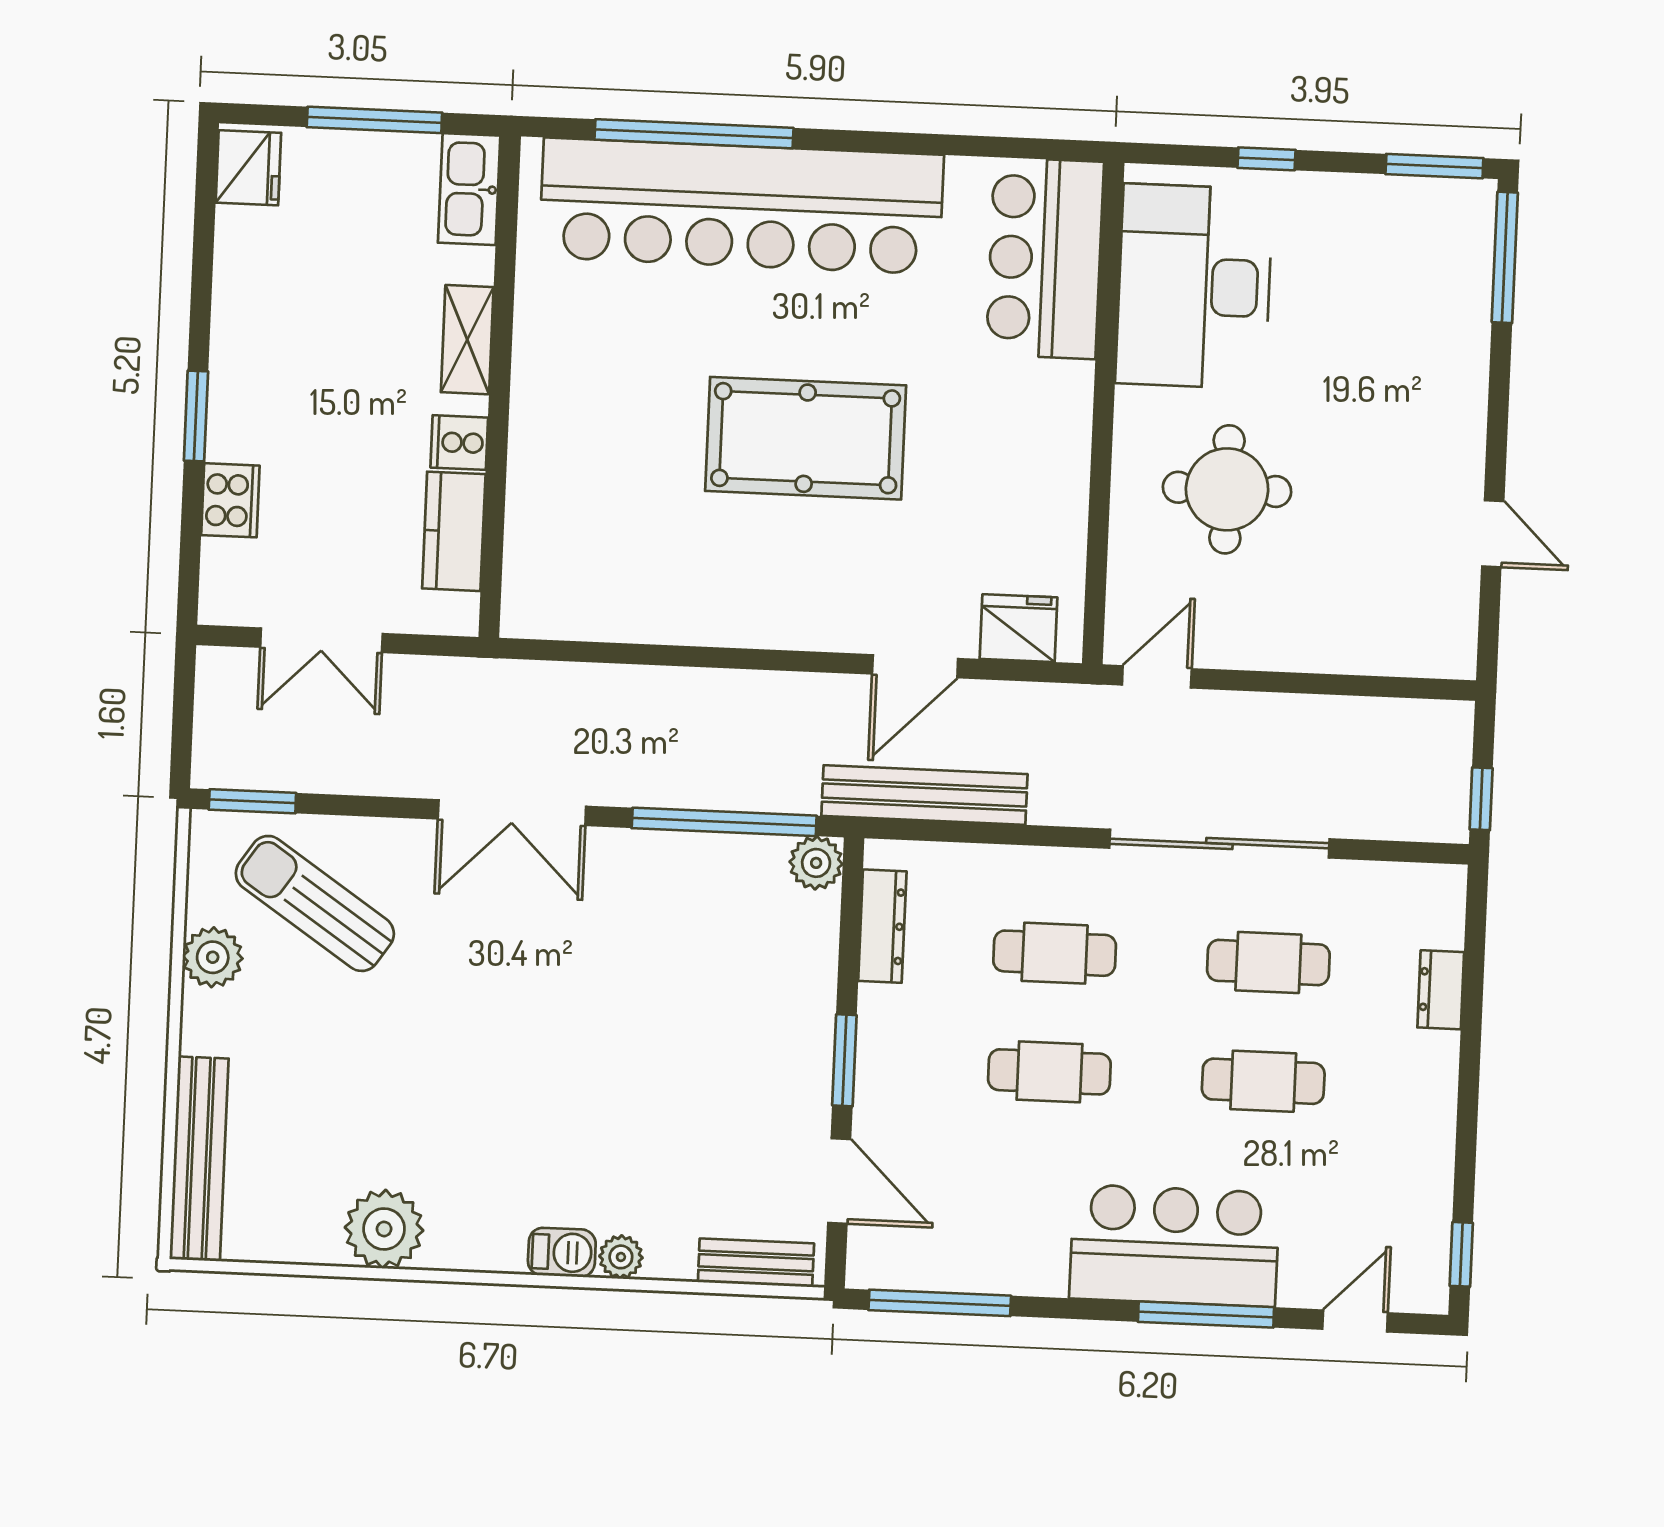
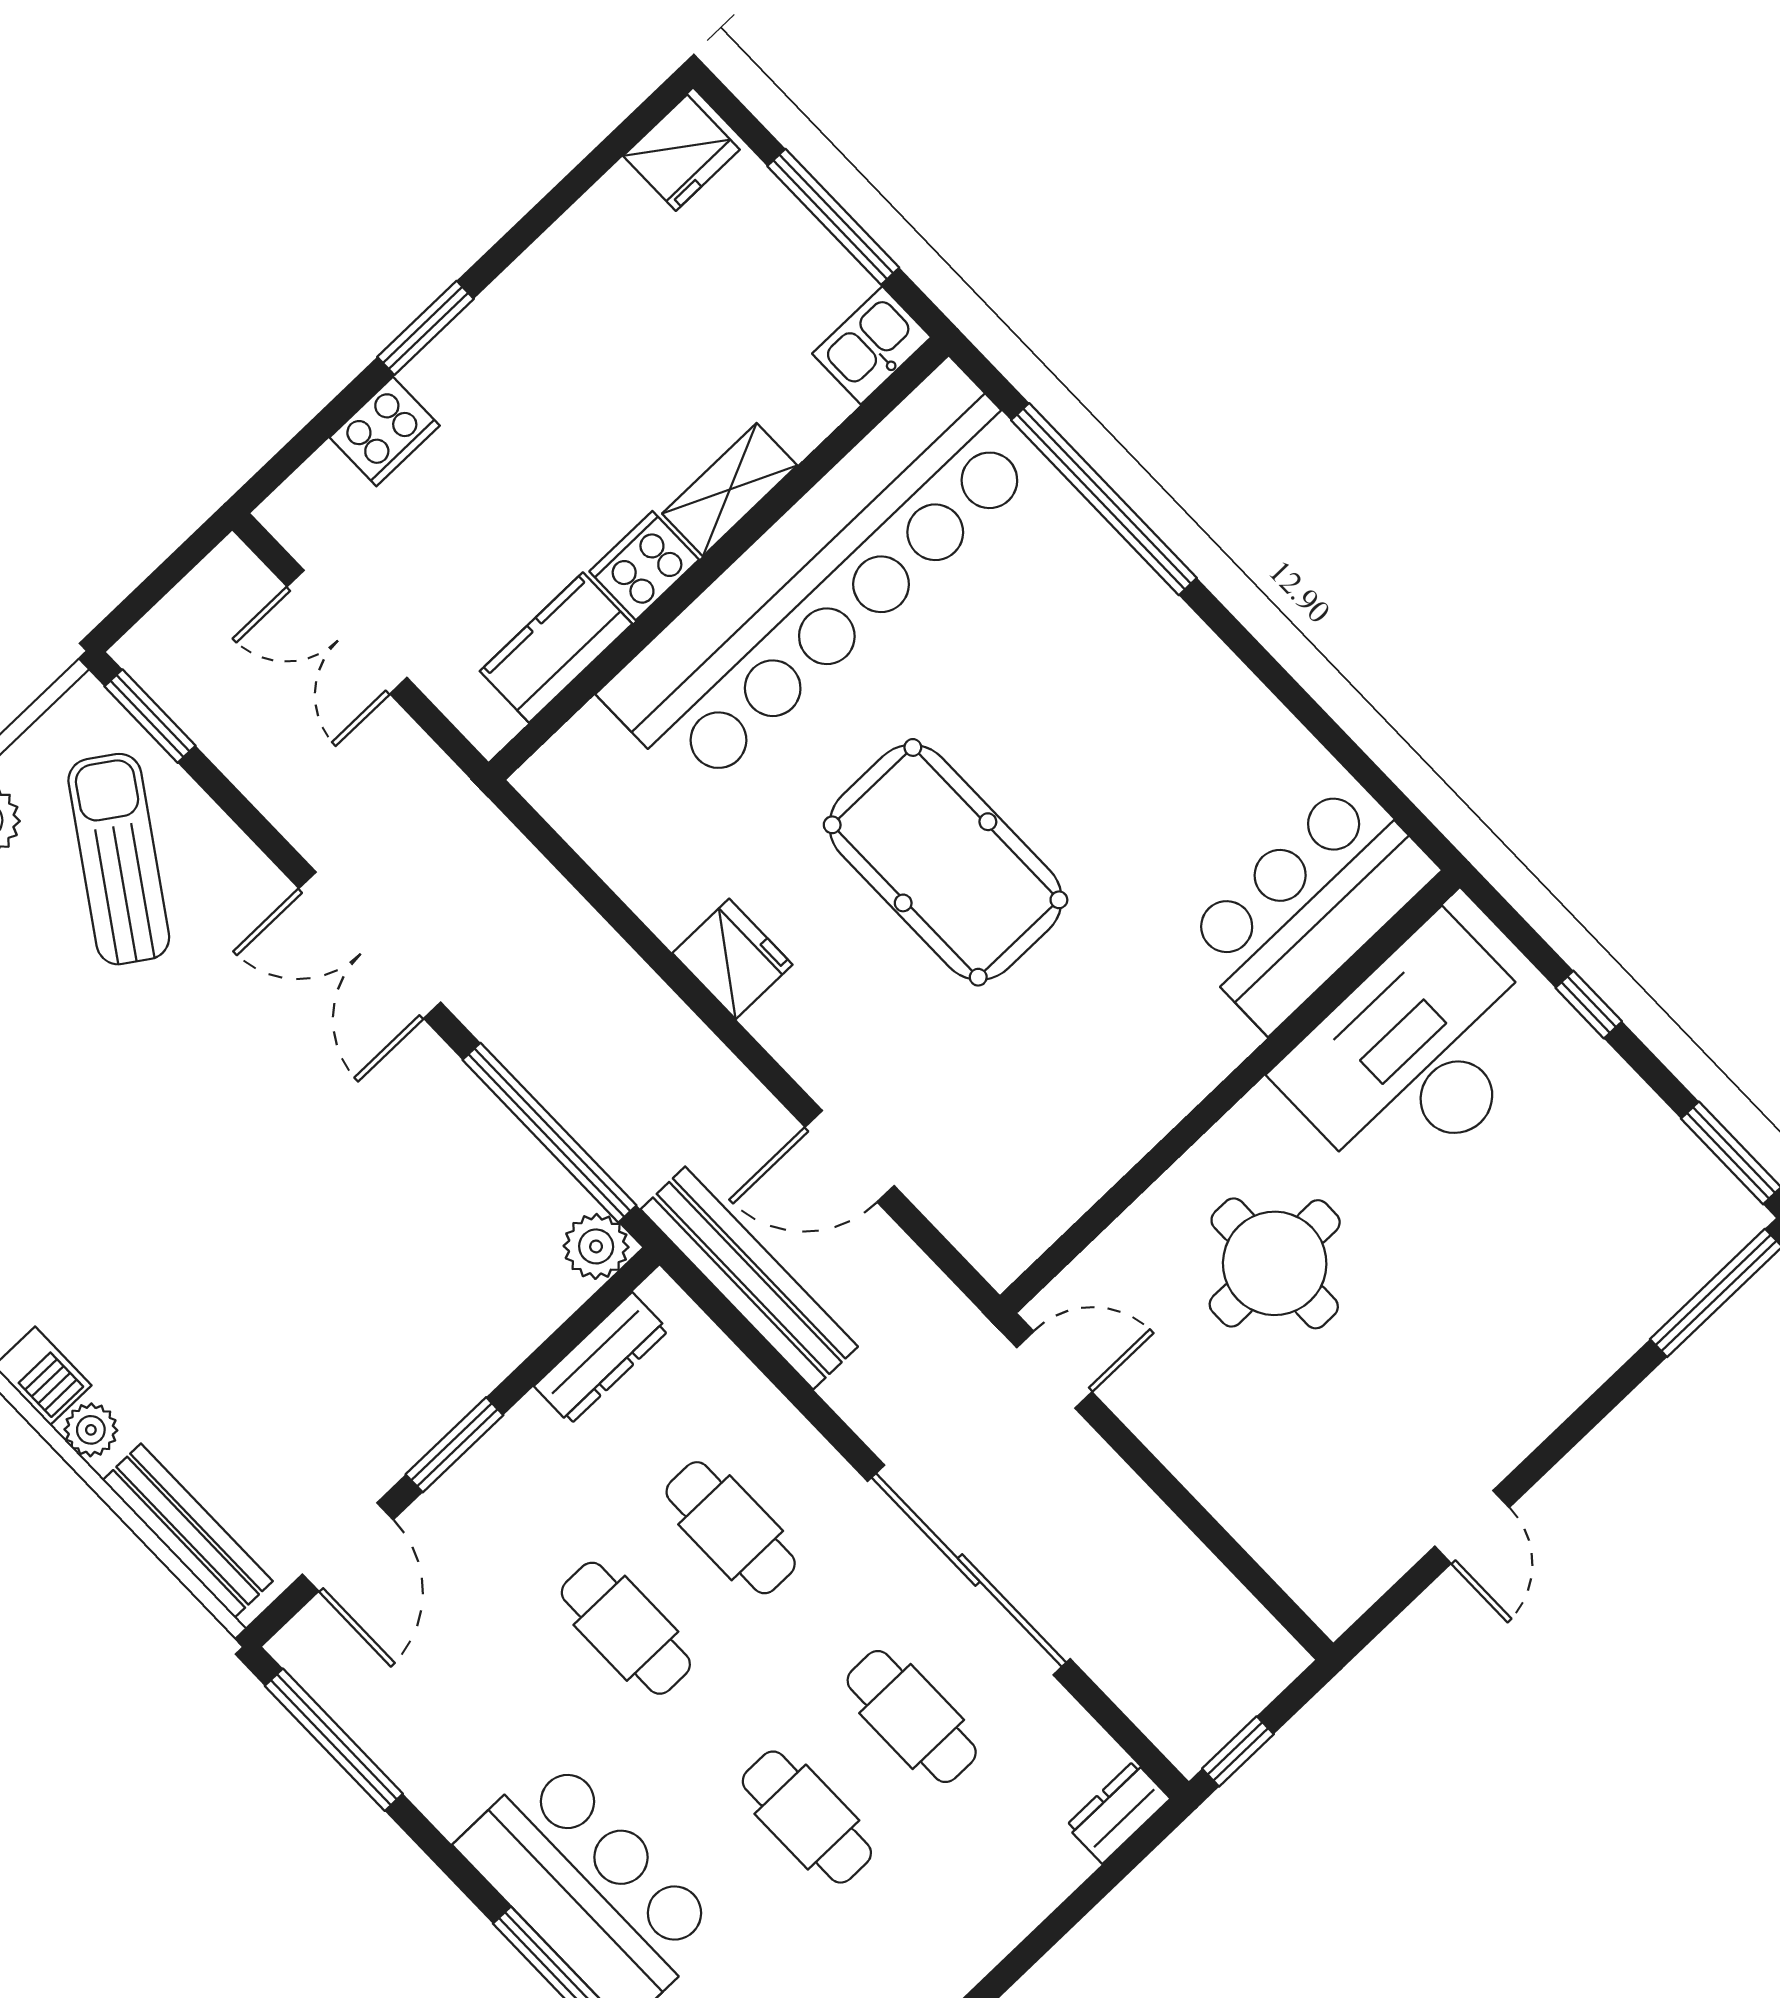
kitchen sink: (469, 189) -> (872, 345), width x0.73
bar counter: (741, 206) -> (823, 577), moved, turned -90
cooker: (459, 443) -> (644, 566), width x1.36
fridge: (1018, 628) -> (732, 959), moved
dresser: (1441, 990) -> (1118, 1812), moved
bench: (756, 1263) -> (188, 1531), width x1.36

